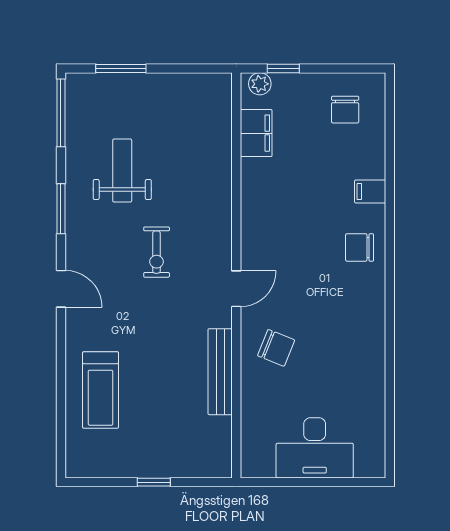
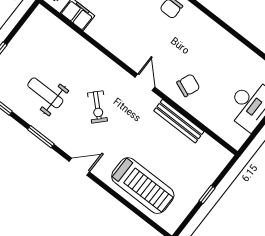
exercise bike: (157, 252) -> (97, 107), turned 44
treadmill: (101, 390) -> (143, 186), width x1.37, depth x1.38

